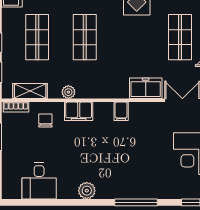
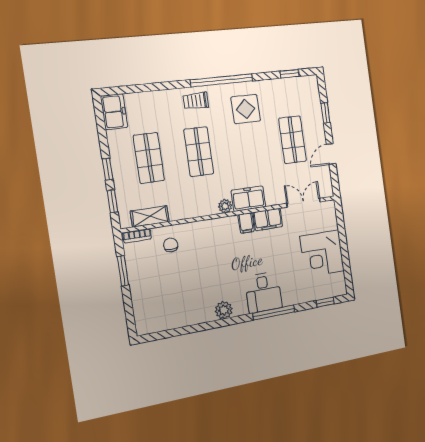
freezer: (146, 88) -> (248, 199), moved
plant: (68, 92) -> (225, 206), moved
filing cabinet: (79, 111) -> (268, 219), moved
desk: (39, 181) -> (263, 292), moved

